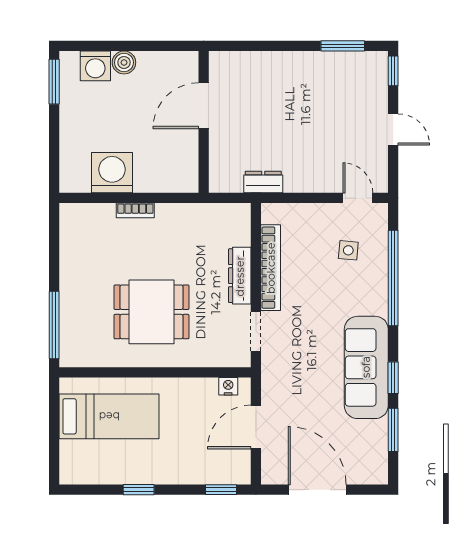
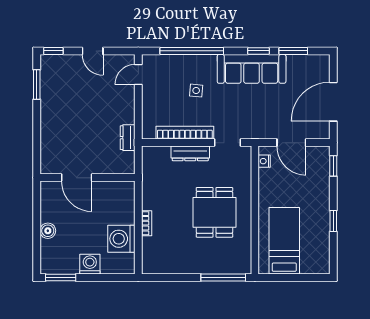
washing machine: (95, 66) -> (90, 264), moved, turned -90
door: (393, 129) -> (93, 51), swing flipped
side table: (348, 250) -> (196, 91), moved

